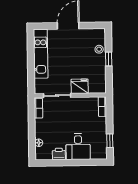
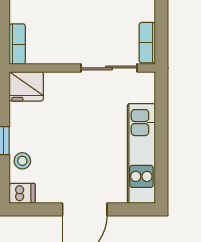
dishwasher: (99, 33) -> (22, 193), added
fridge: (80, 86) -> (26, 86), moved

